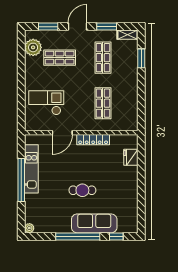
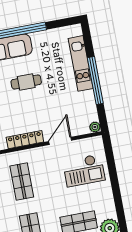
kitchen unit: (31, 169) -> (81, 63), moved
plant: (29, 228) -> (95, 127), moved

